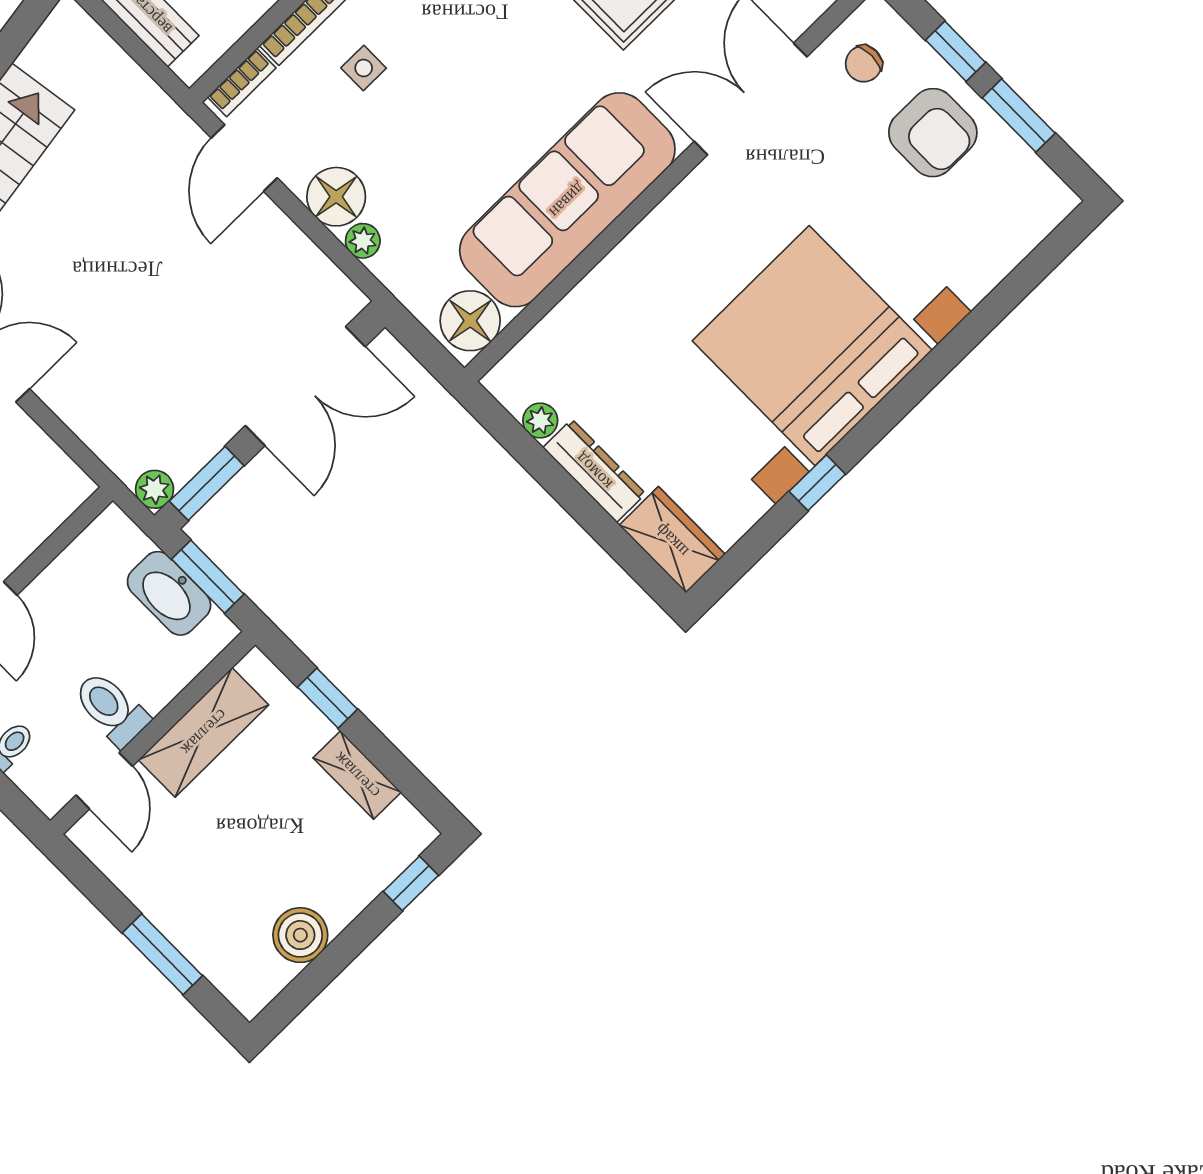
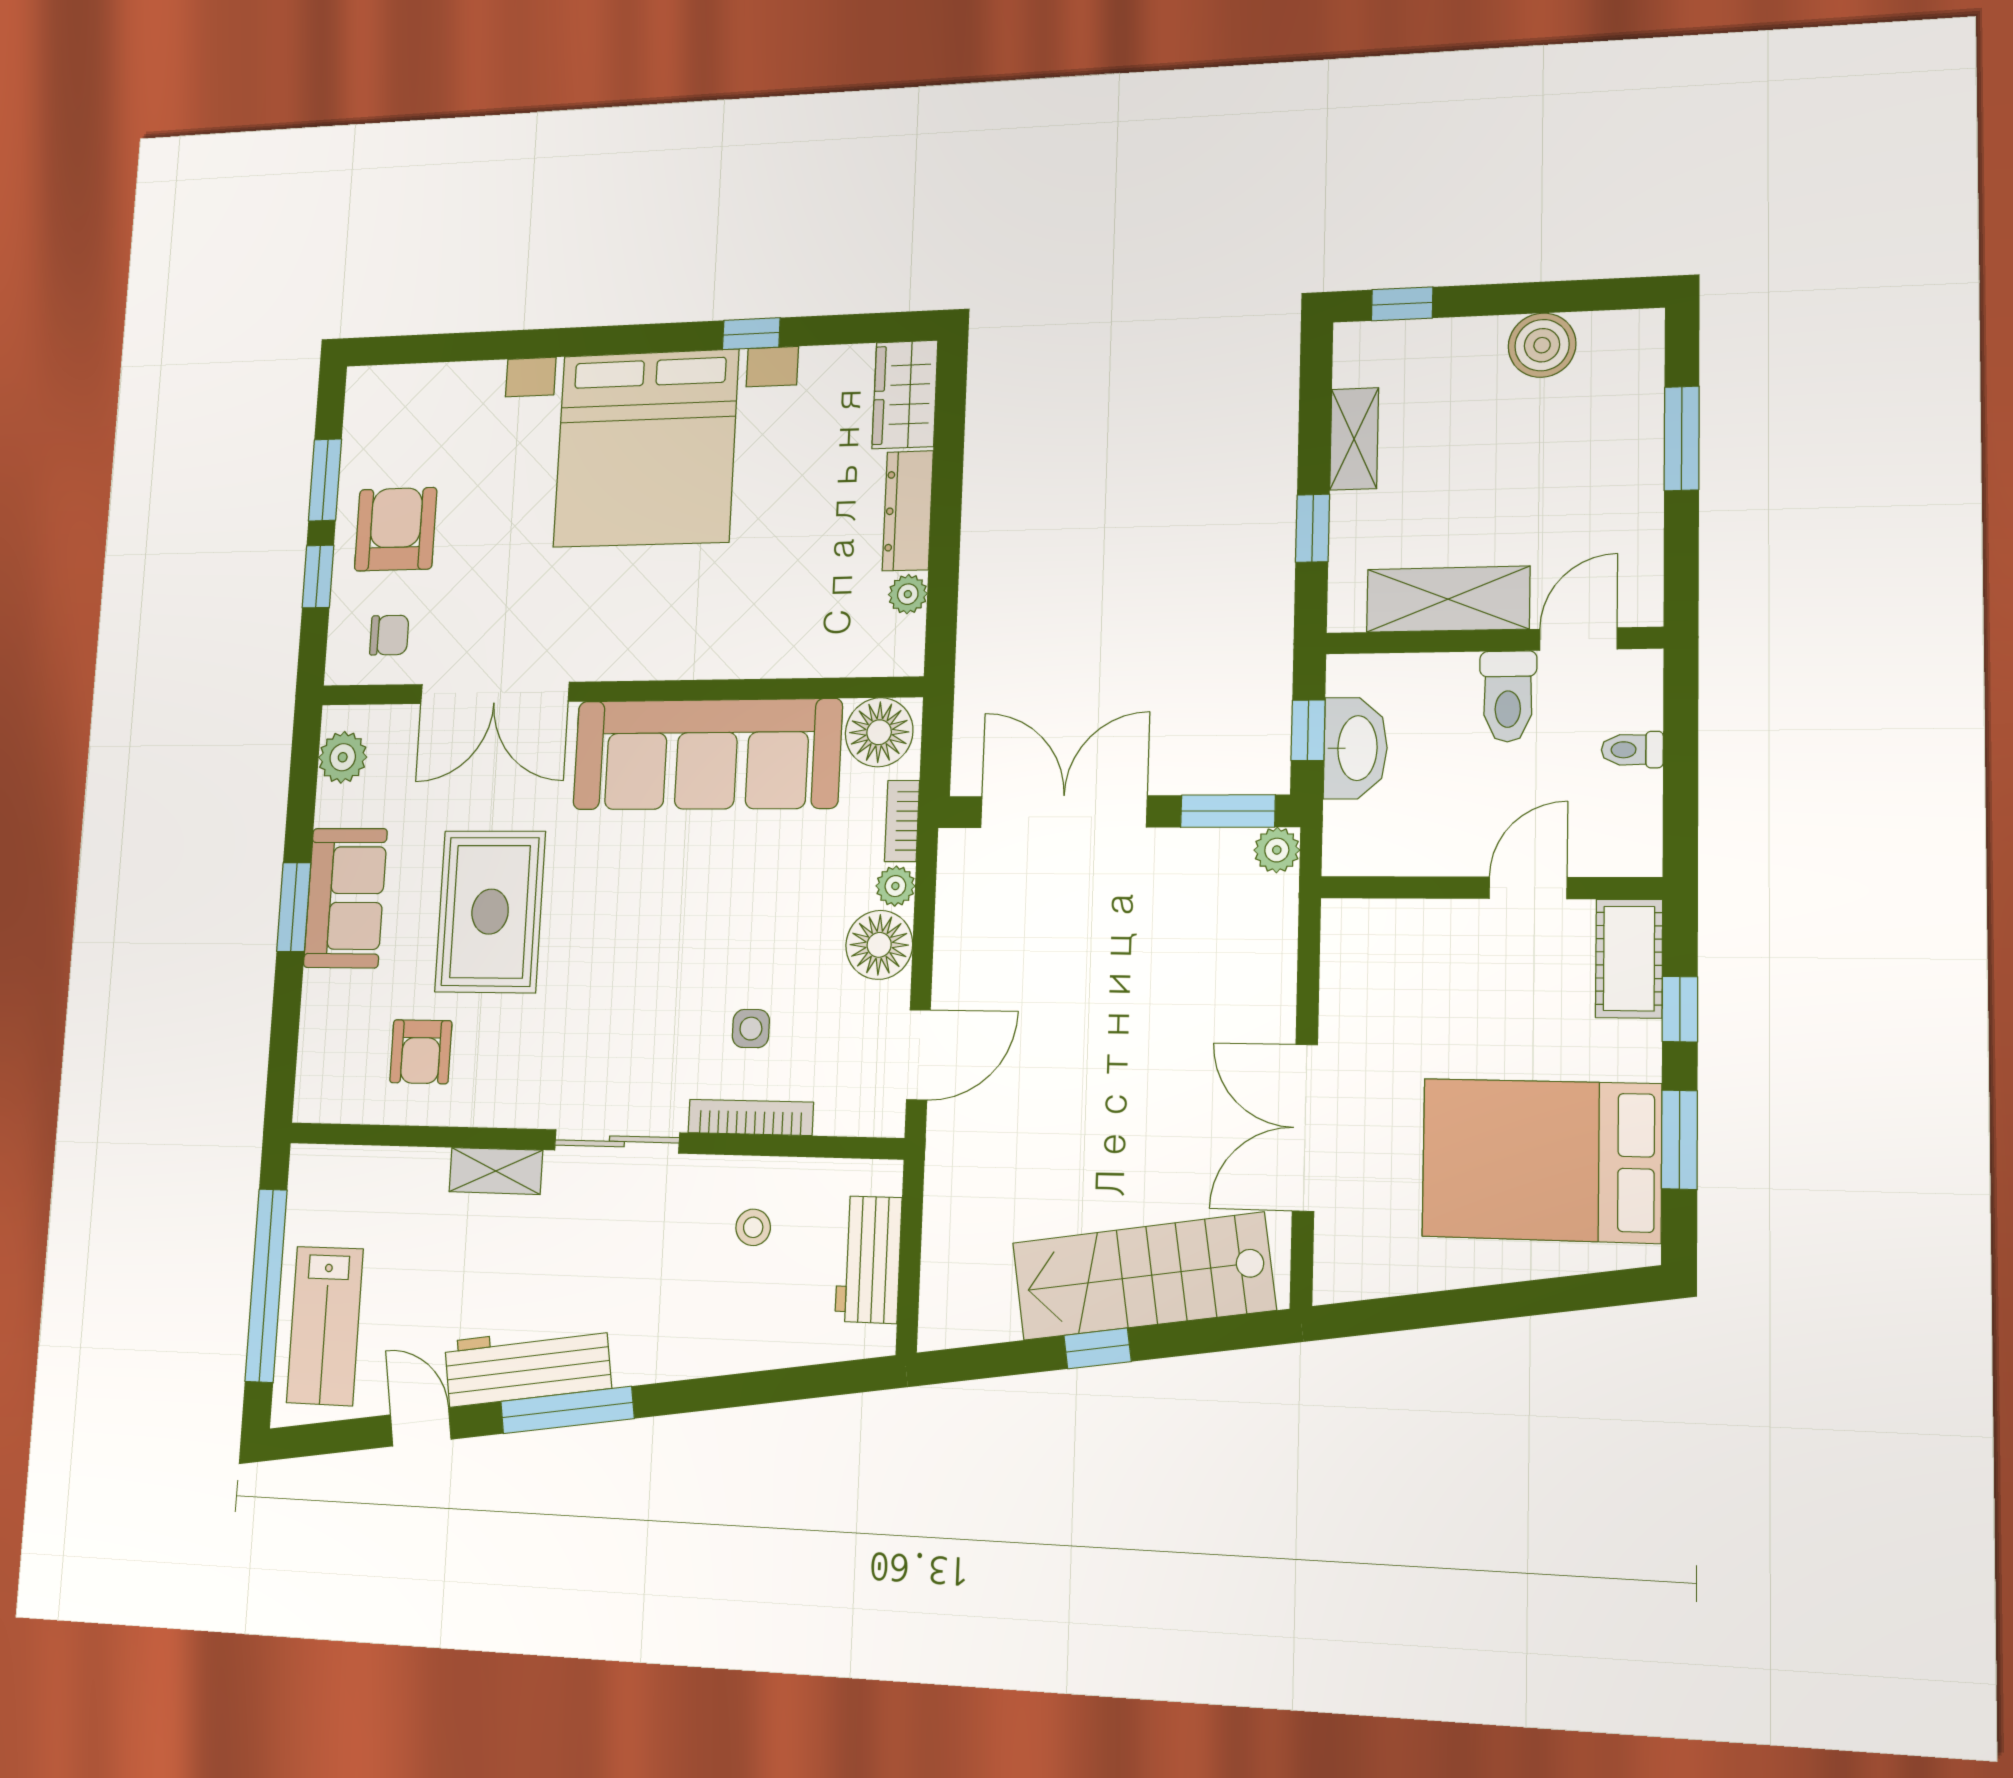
bookcase: (242, 82) -> (902, 821), moved, turned -90
window: (208, 577) -> (1308, 730), width x0.67

